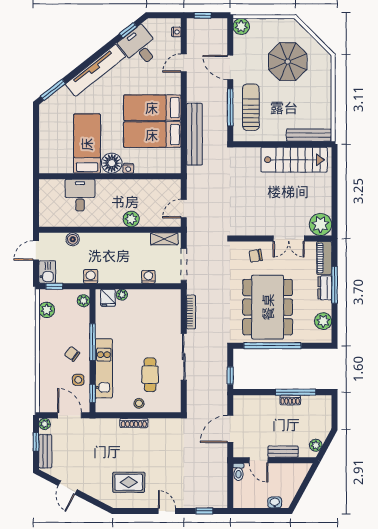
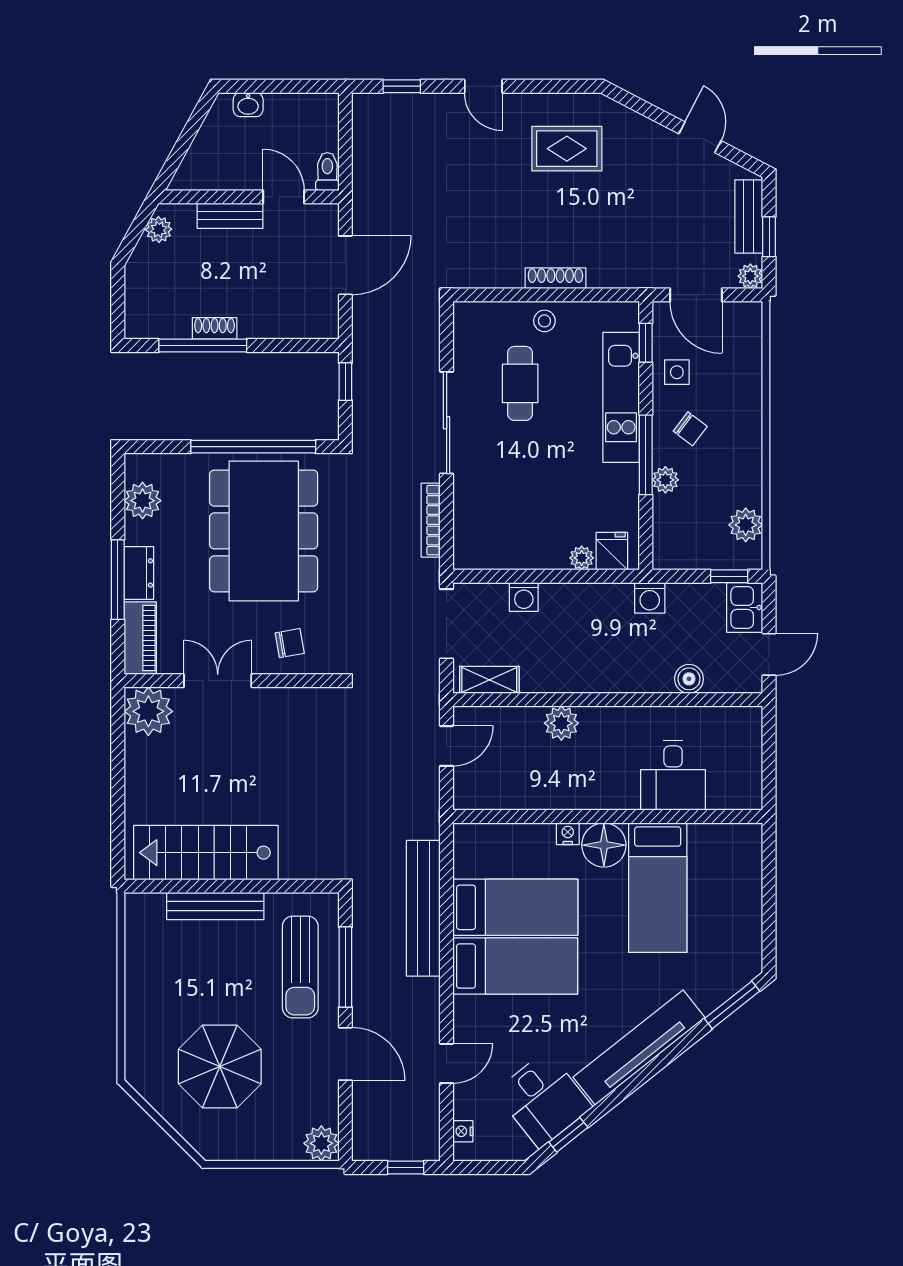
bench: (309, 135) -> (215, 906), moved
plant: (83, 301) -> (665, 480), moved

